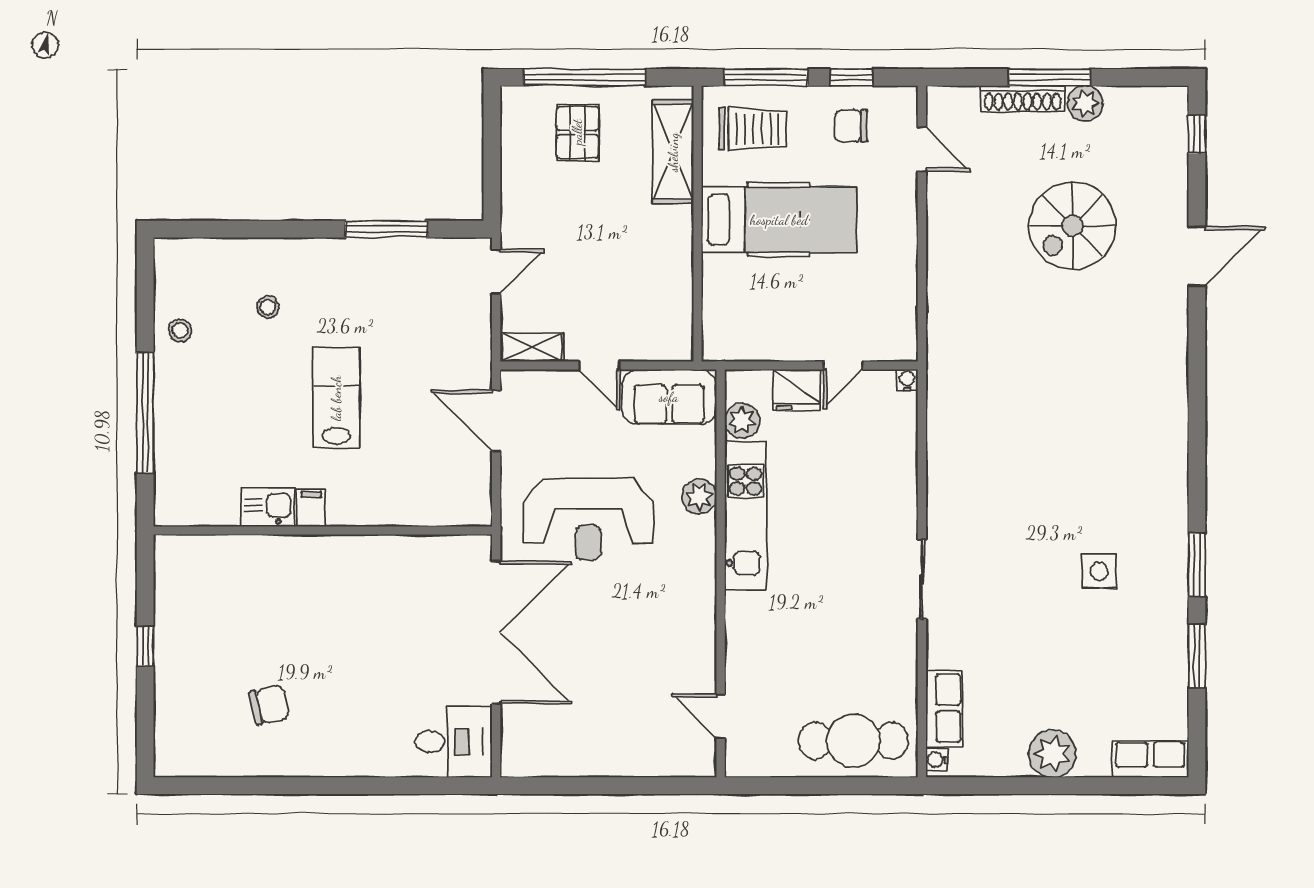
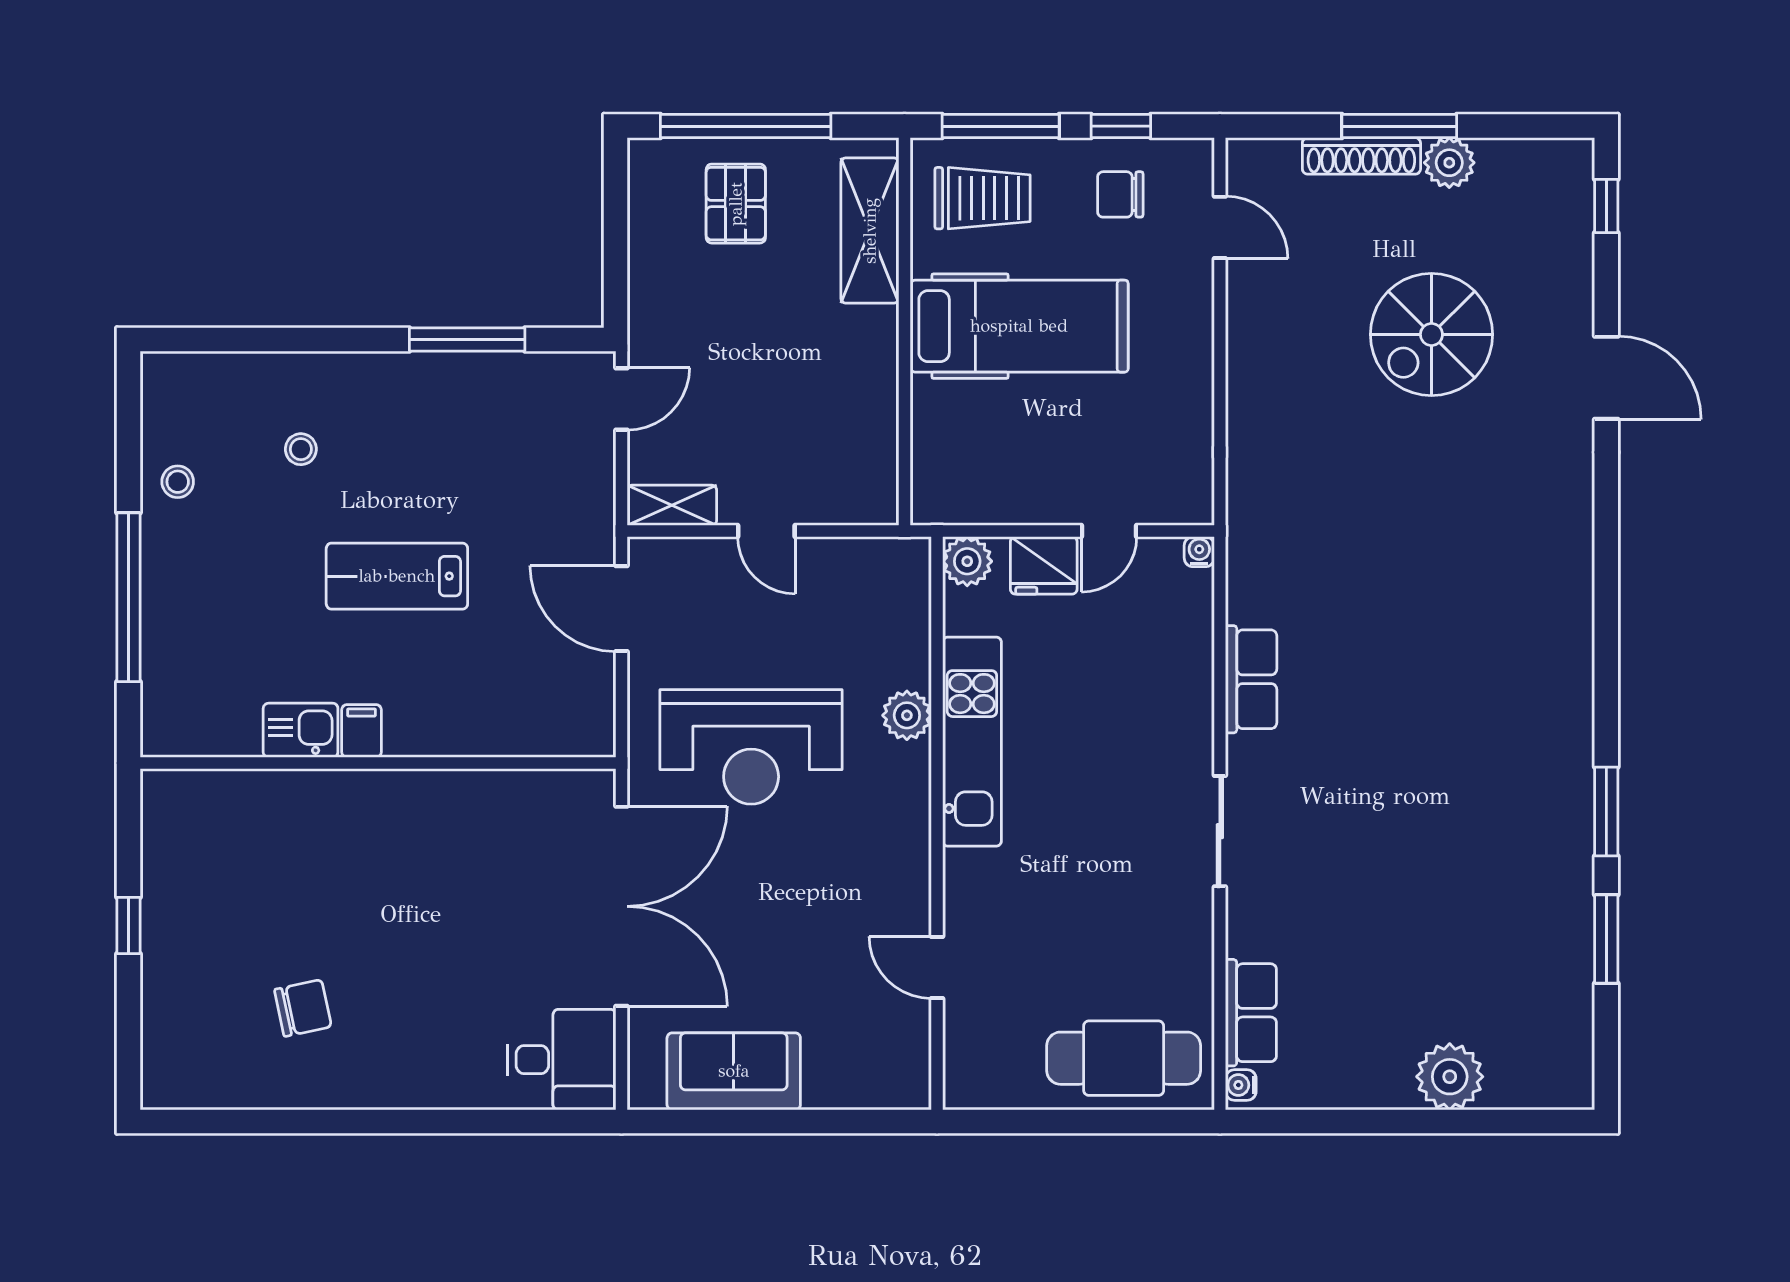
door: (1197, 256) -> (1606, 378), hinge flipped
sofa: (669, 397) -> (734, 1071), moved, turned 180
lab bench: (336, 398) -> (397, 576), turned -90
plant: (742, 421) -> (967, 561), moved
side table: (1099, 571) -> (1469, 820), removed
door: (721, 716) -> (937, 967), moved
plant: (1052, 754) -> (1450, 1077), moved
row of seats: (1150, 759) -> (1251, 679), moved, turned 90

